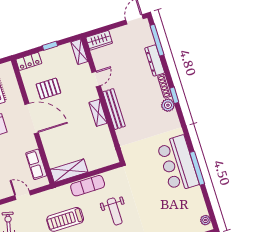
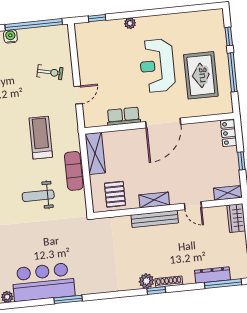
dresser: (155, 60) -> (212, 275), moved
pallet: (48, 89) -> (115, 194), moved
row of seats: (36, 164) -> (123, 116), moved
bar counter: (178, 164) -> (43, 282), moved
window: (197, 168) -> (68, 299), width x0.69

